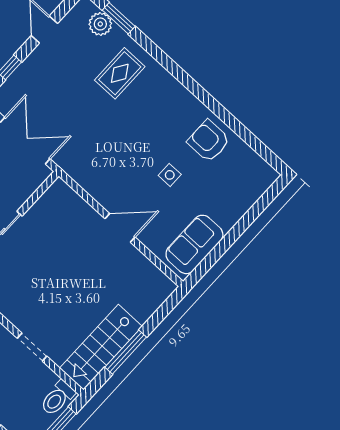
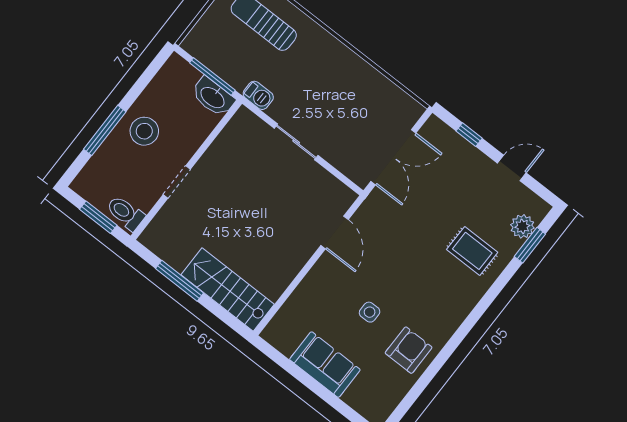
door: (120, 228) -> (335, 232), moved
sofa: (194, 244) -> (325, 365), moved
stairs: (101, 347) -> (228, 290), moved

